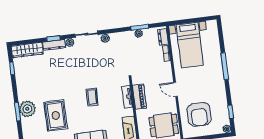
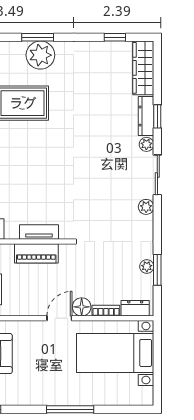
floor lamp: (166, 67) -> (82, 307), added
door: (176, 89) -> (59, 318), moved
coffee table: (92, 97) -> (46, 171), removed

